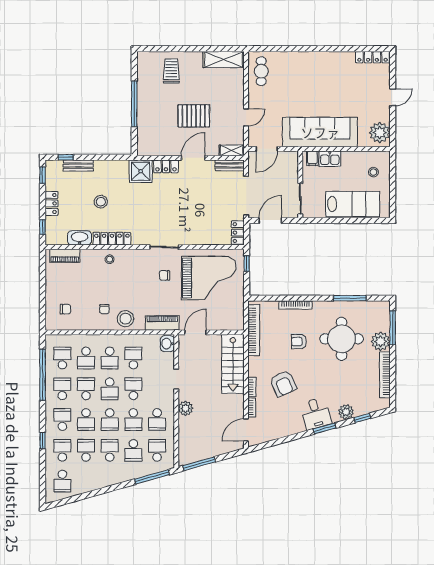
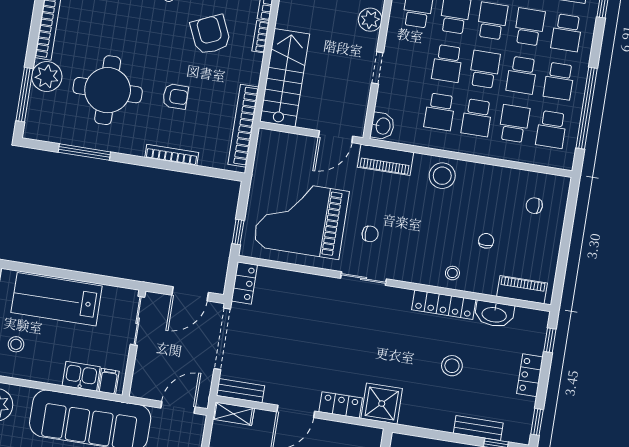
chair: (104, 309) -> (486, 241), moved
school desk: (110, 358) -> (477, 118), turned 180

